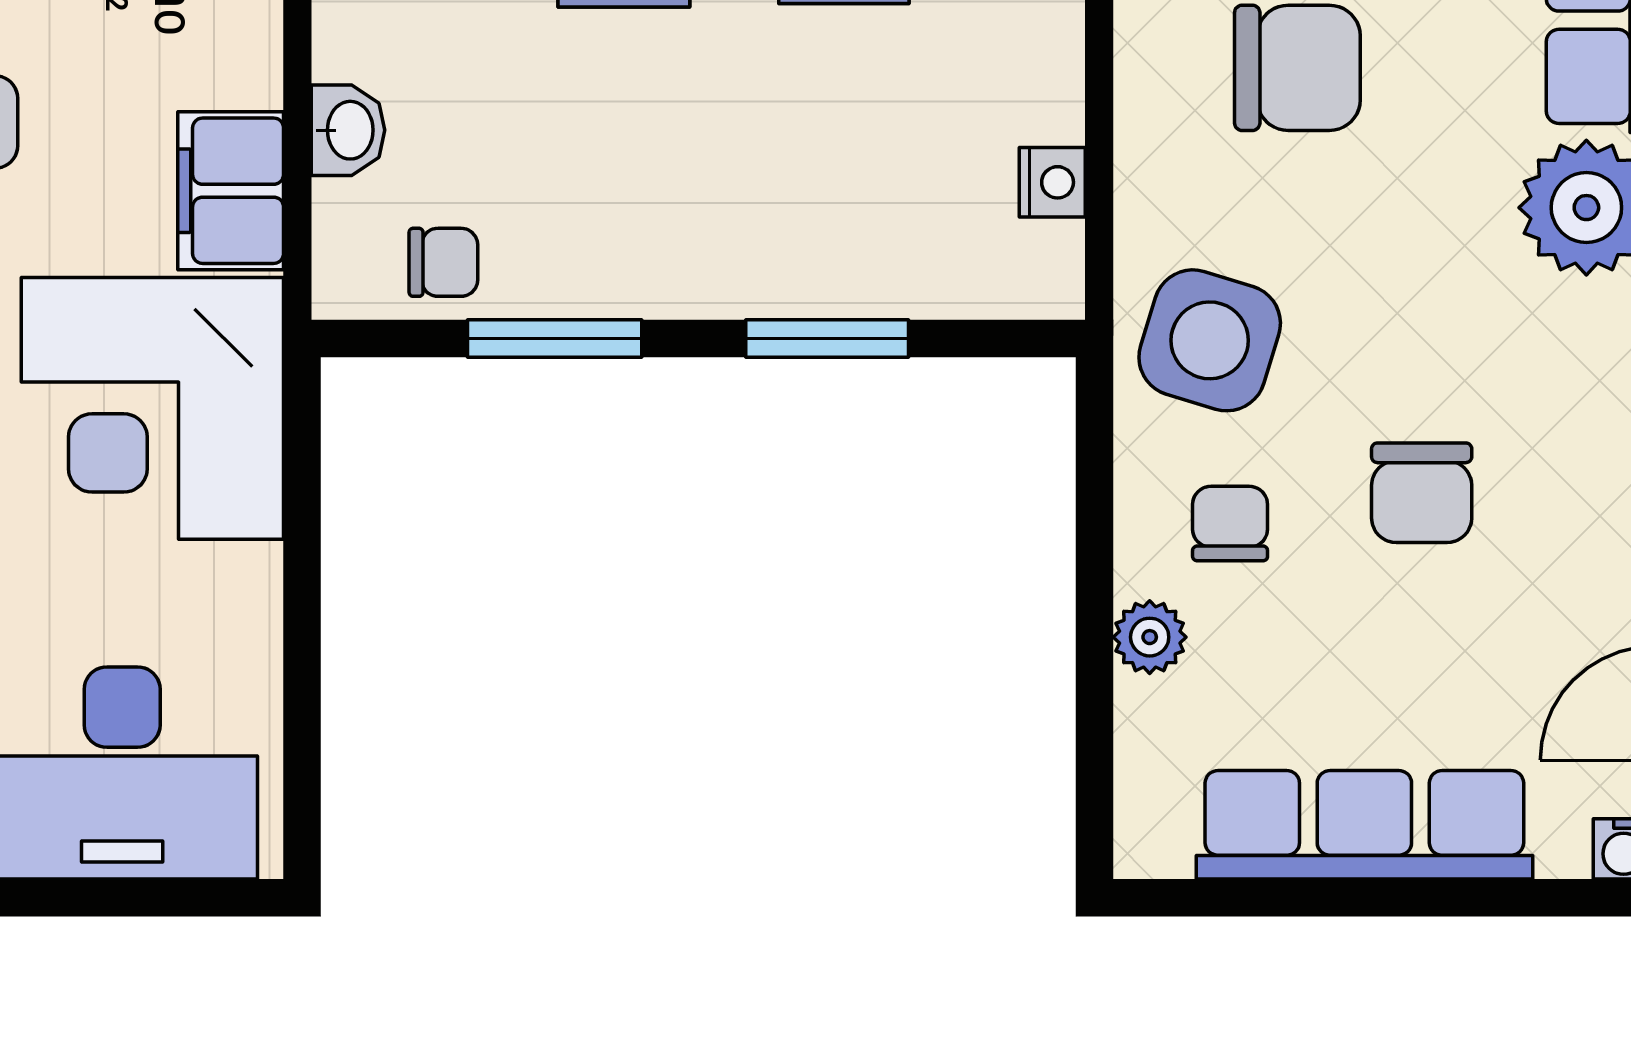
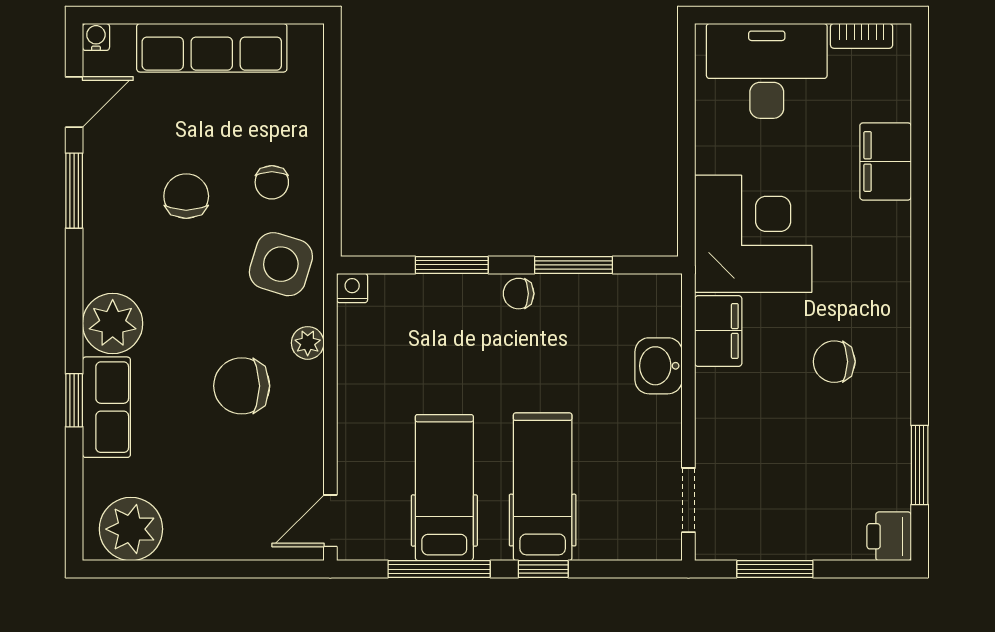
washbasin: (348, 130) -> (659, 366), width x1.38, depth x1.45
nightstand: (1052, 182) -> (352, 288), moved, turned 90
chair: (443, 262) -> (519, 294), moved
plant: (1150, 637) -> (308, 343), moved

